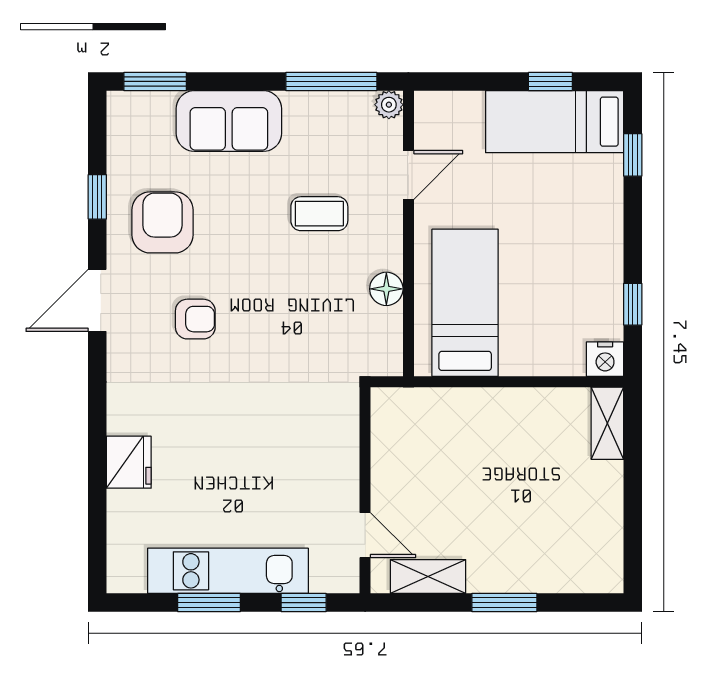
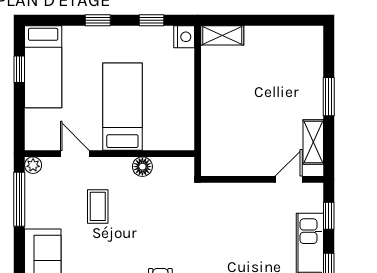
window: (633, 155) -> (98, 20), moved
bed: (465, 303) -> (122, 107), moved, turned 90

